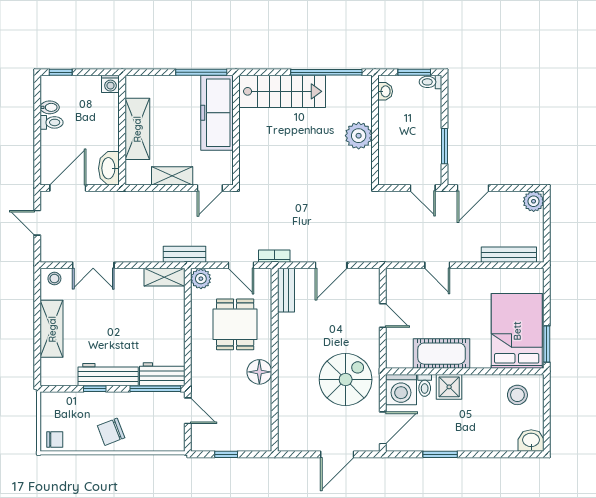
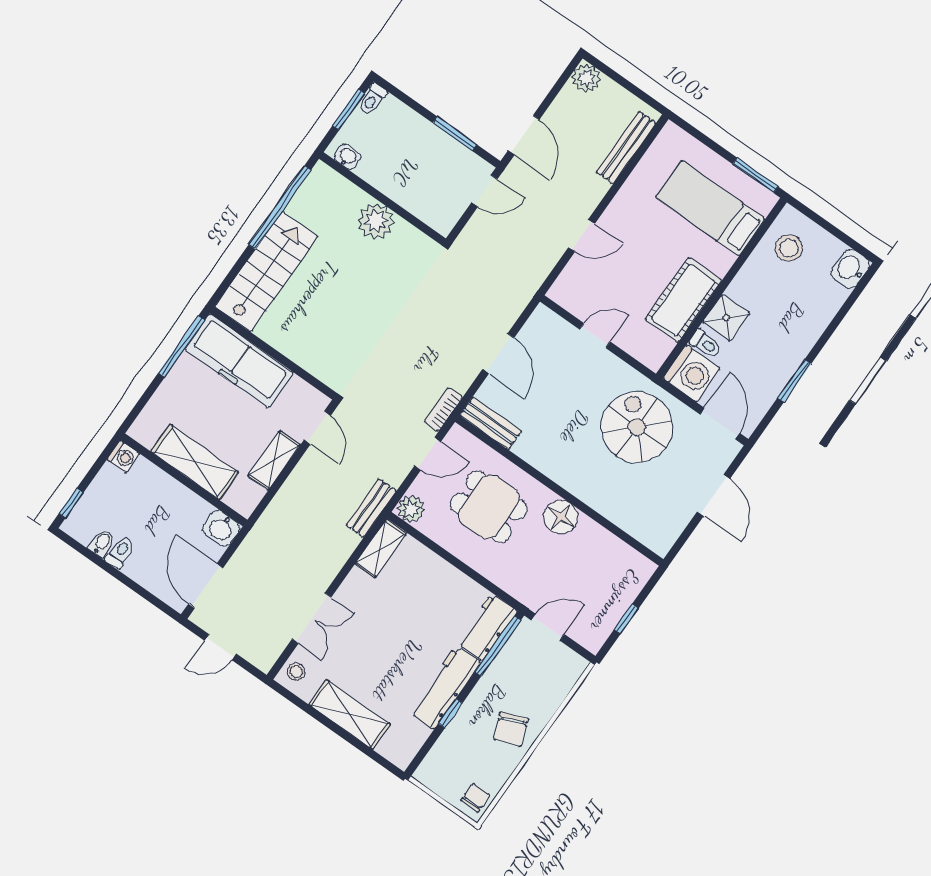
washbasin: (109, 168) -> (221, 528), width x0.72
bed: (517, 331) -> (710, 208), width x0.67

